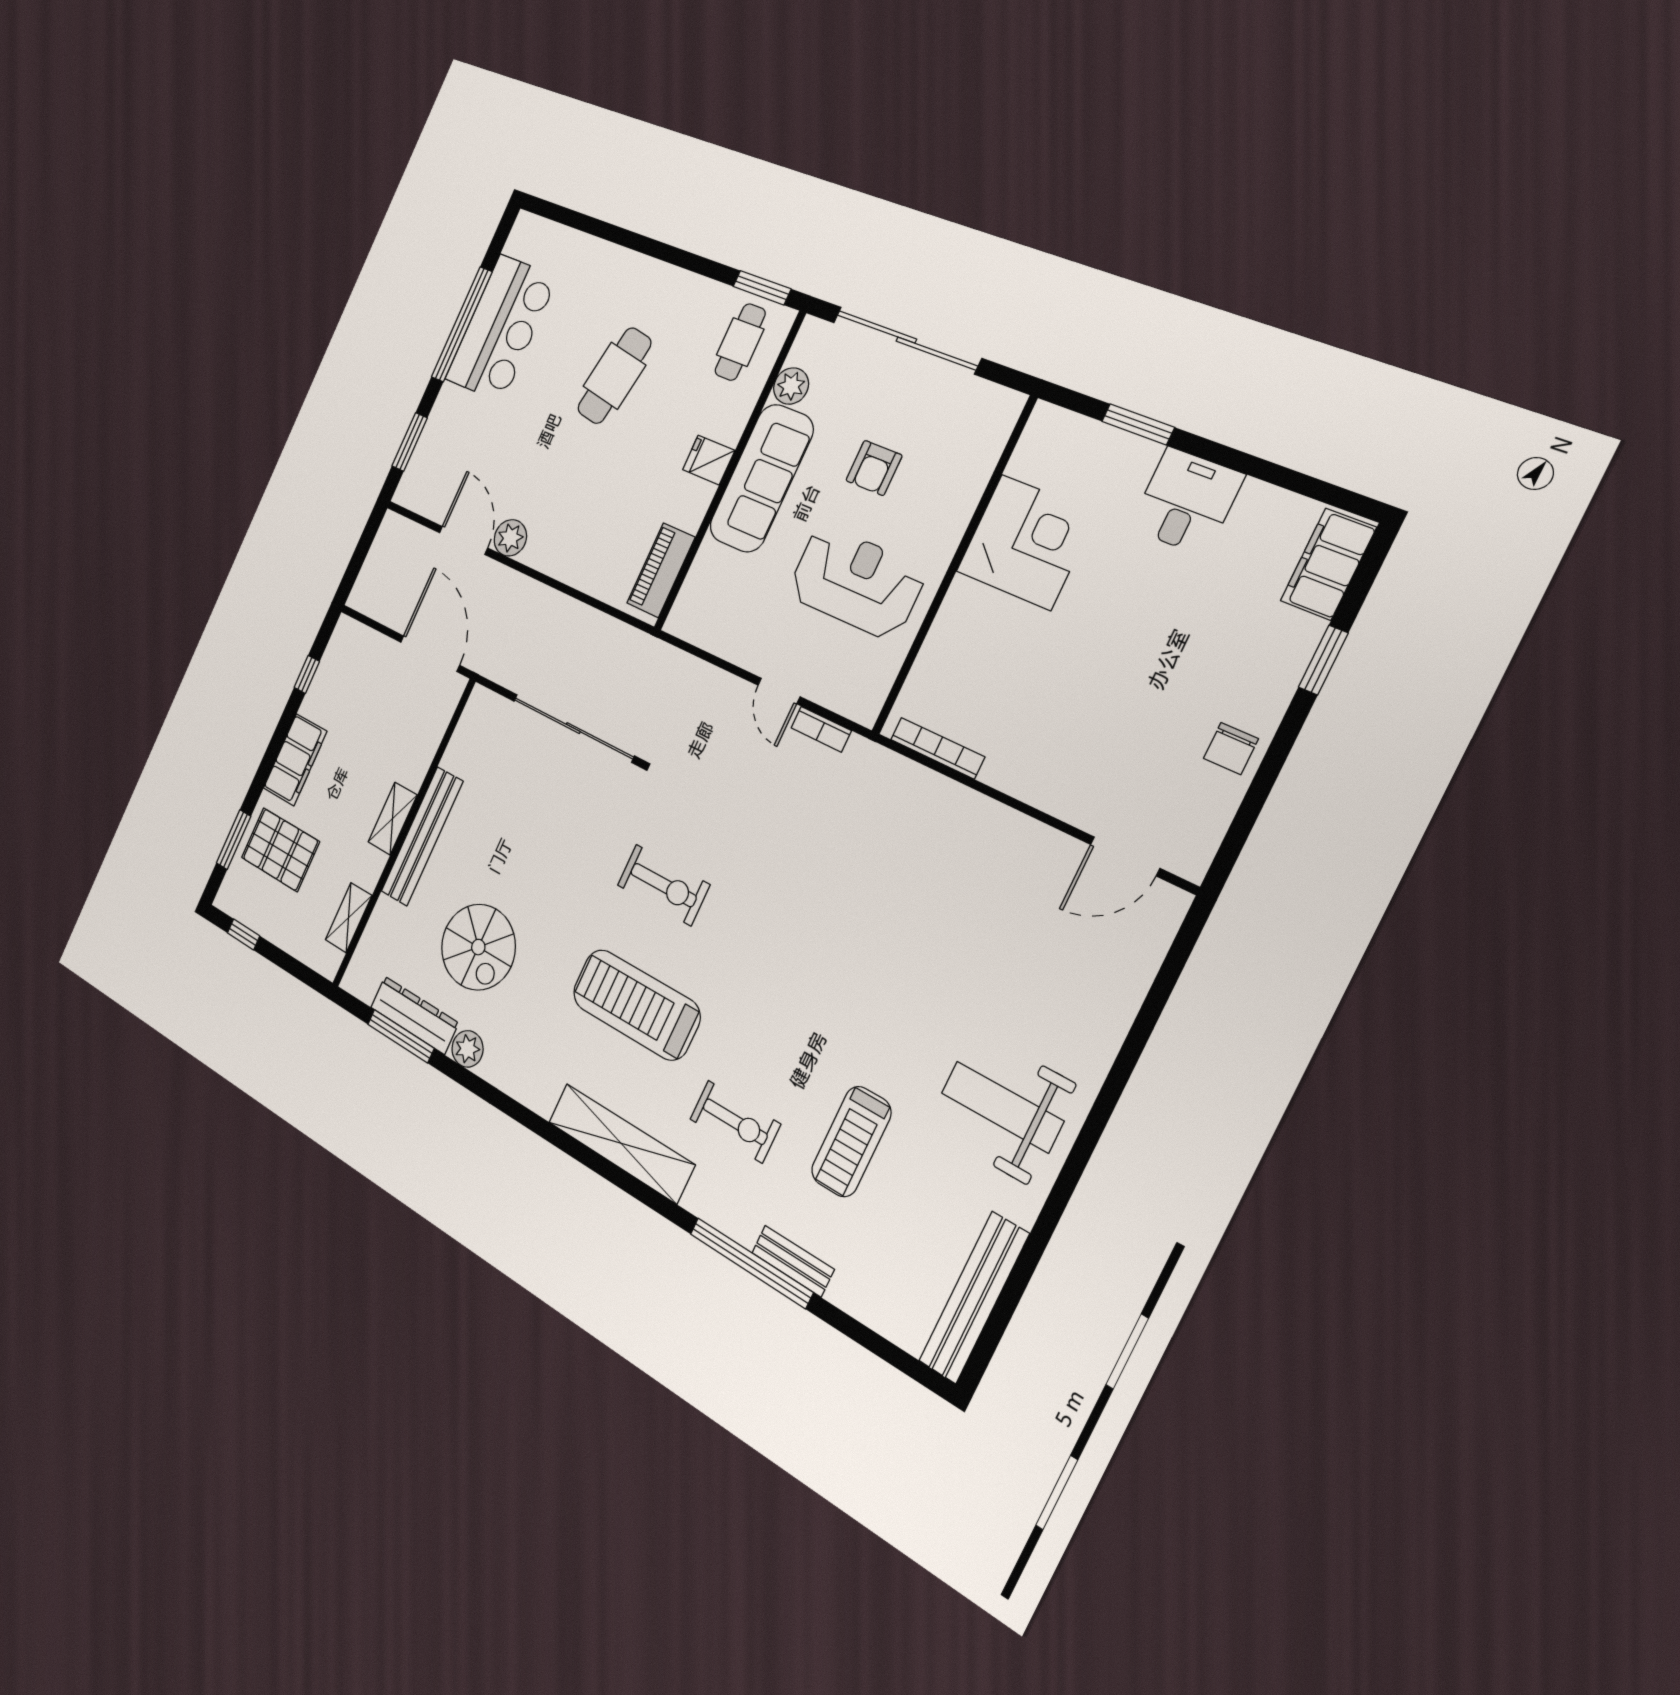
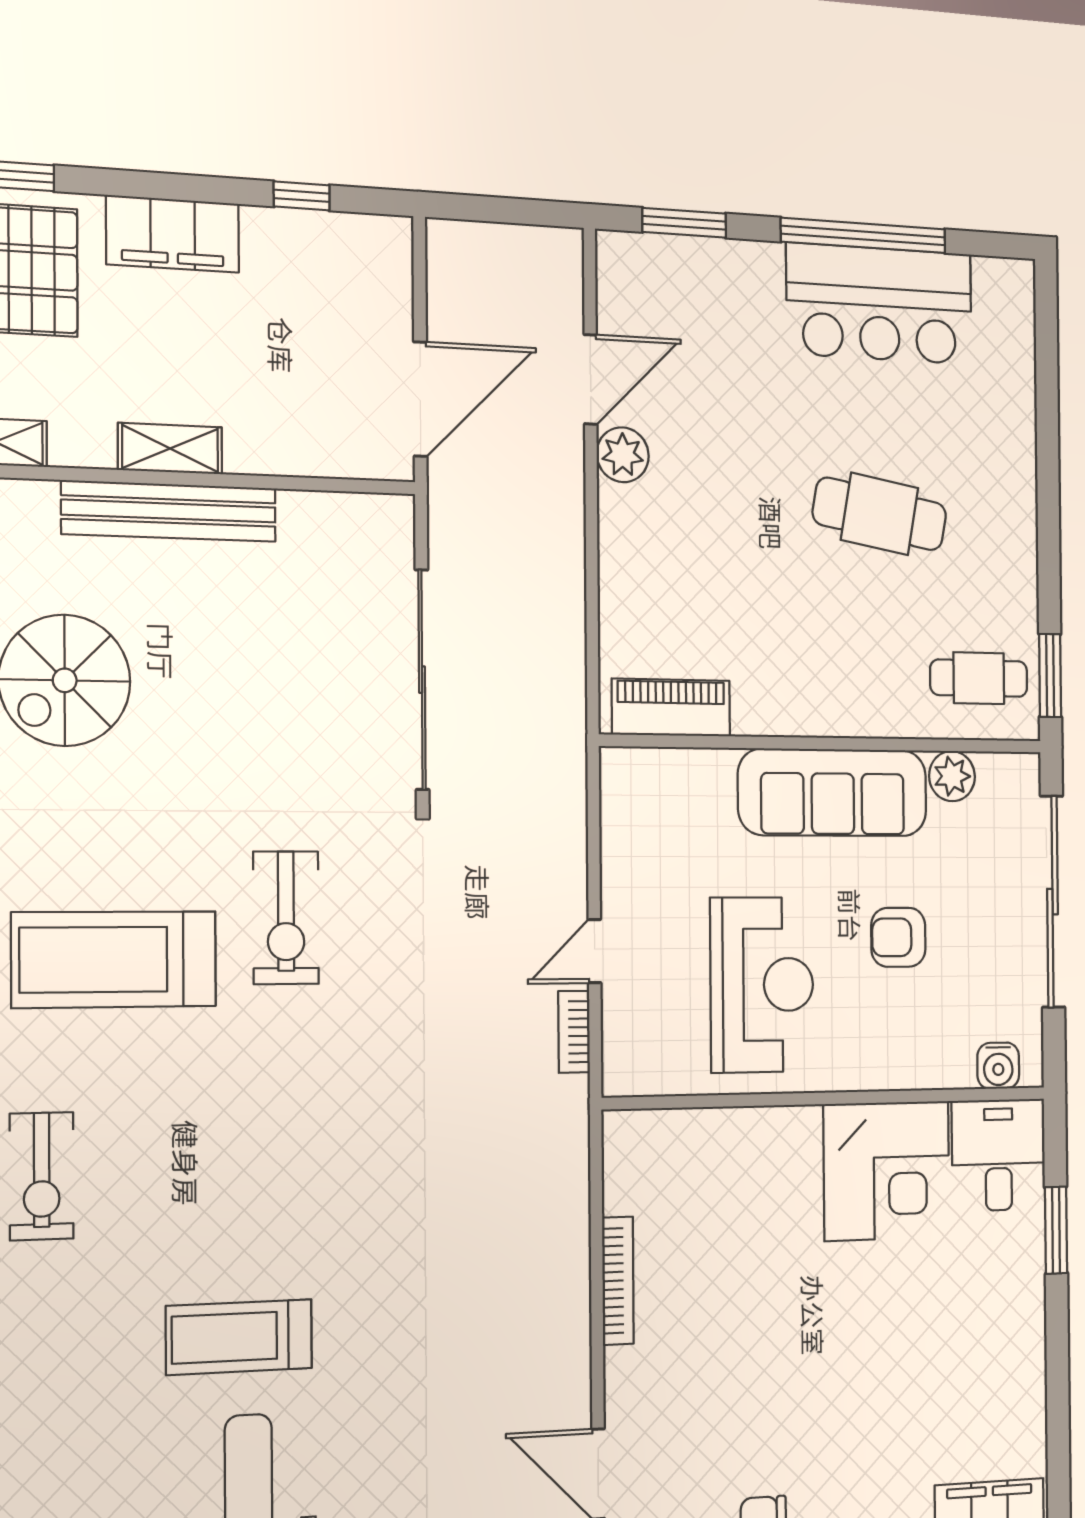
water cooler: (997, 426) -> (998, 1066), added
fridge: (709, 460) -> (827, 707), removed
desk: (1187, 501) -> (999, 1155), moved, turned -90
bookcase: (937, 748) -> (618, 1281), moved
treadmill: (636, 1005) -> (114, 959), turned -90
treadmill: (851, 1142) -> (239, 1337), moved

